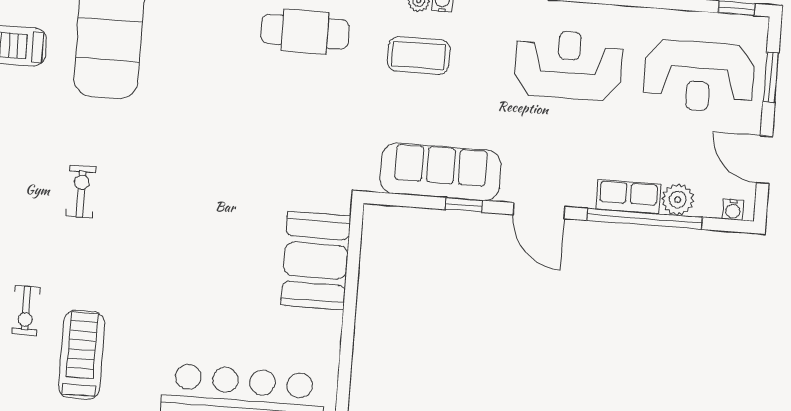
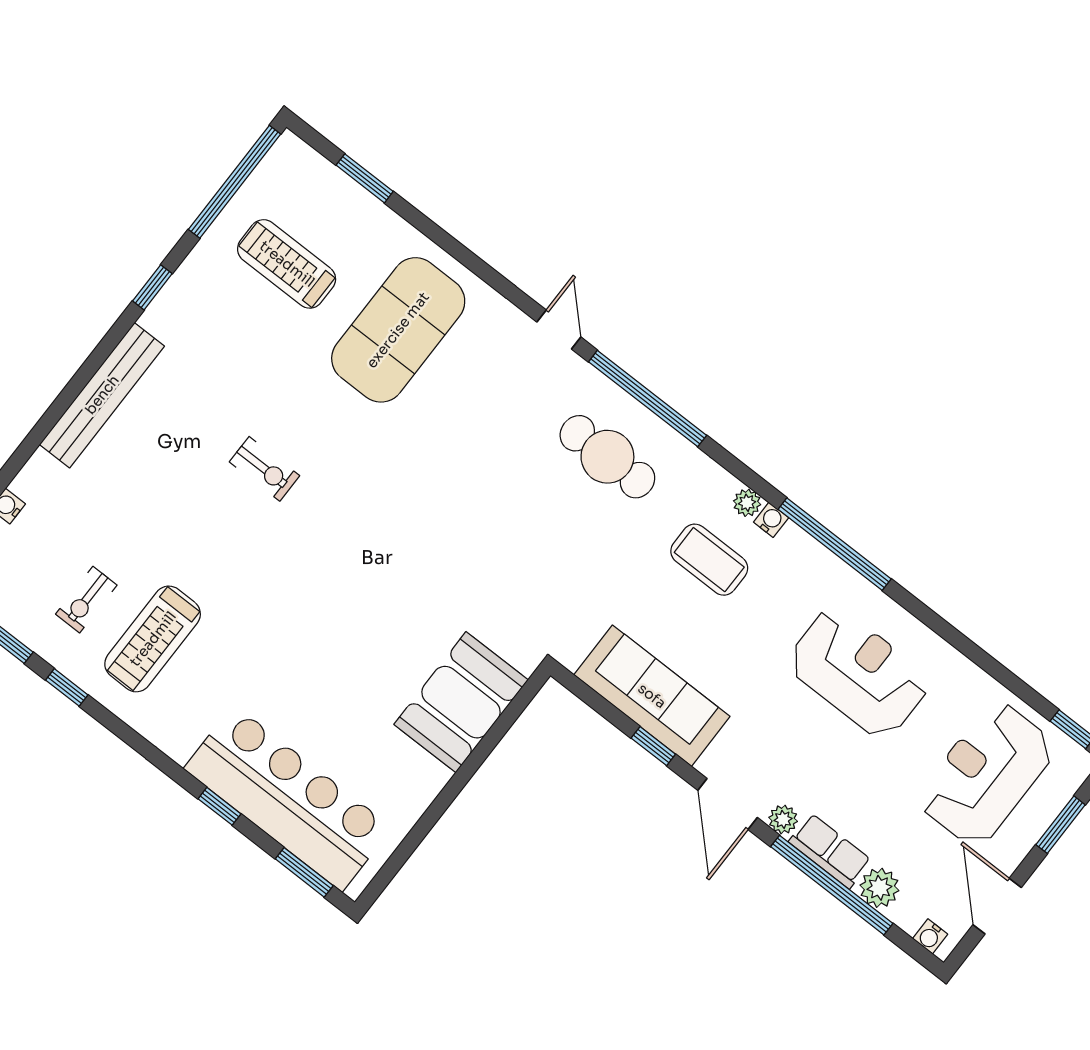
reception desk: (699, 76) -> (986, 774), turned 90
exercise bike: (81, 192) -> (264, 469), turned 90
plant: (583, 197) -> (783, 819), added
exercise bike: (26, 311) -> (86, 600), moved
treadmill: (81, 355) -> (153, 639), turned 180

